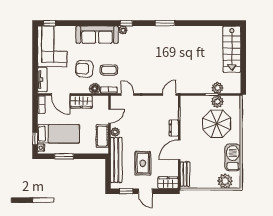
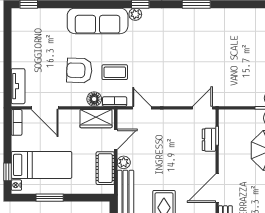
corner sofa: (52, 46) -> (32, 38), removed
wardrobe: (81, 102) -> (96, 119), moved
dresser: (174, 128) -> (209, 140), moved

